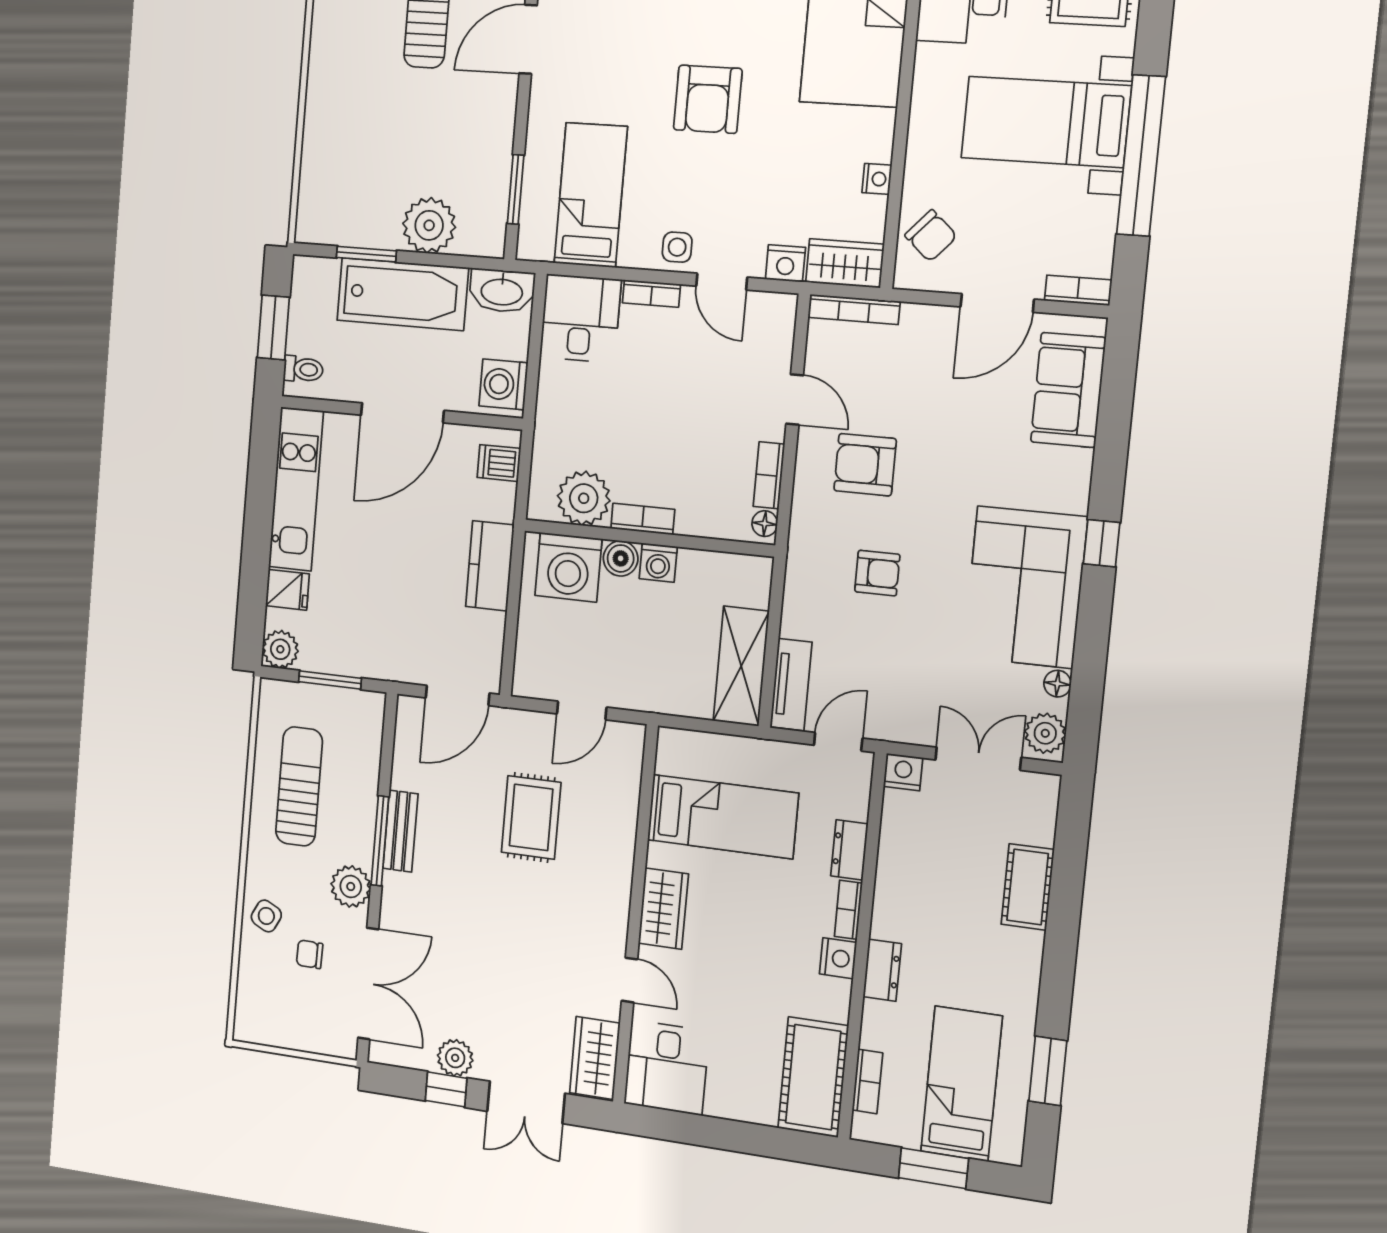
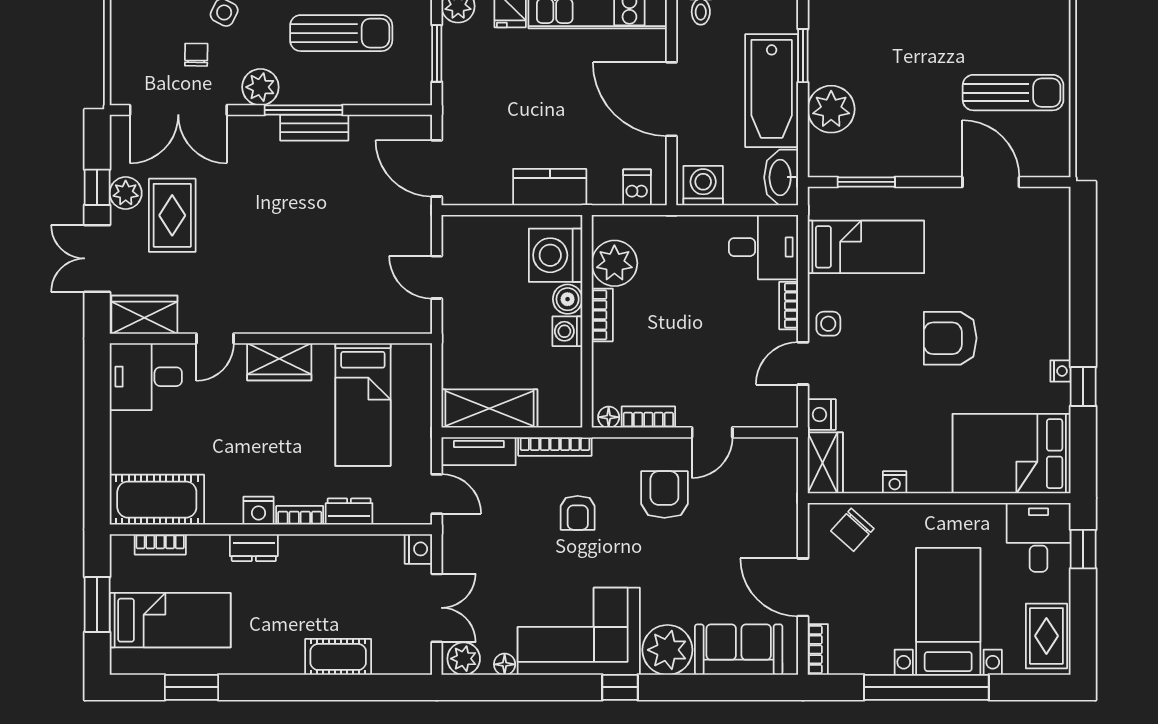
bookcase: (854, 309) -> (555, 446), moved, turned -90
plant: (1060, 479) -> (667, 650), added
rug: (531, 817) -> (172, 215), moved, turned 90

